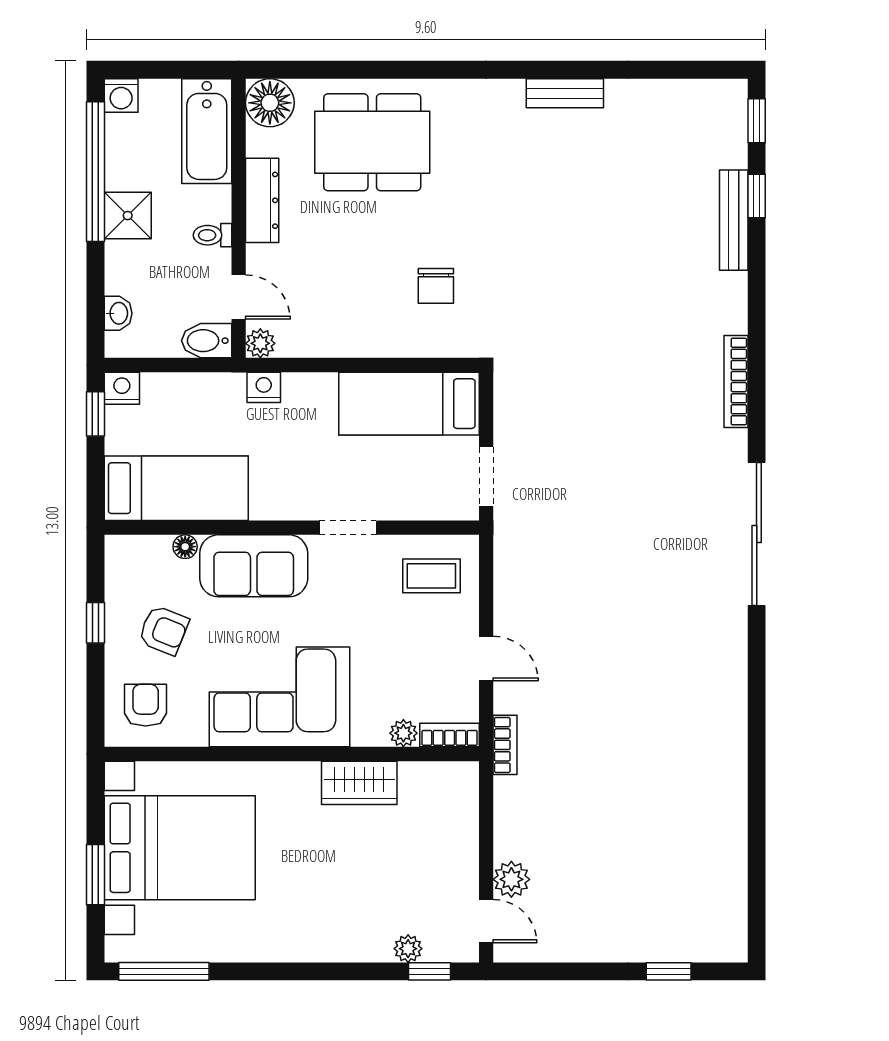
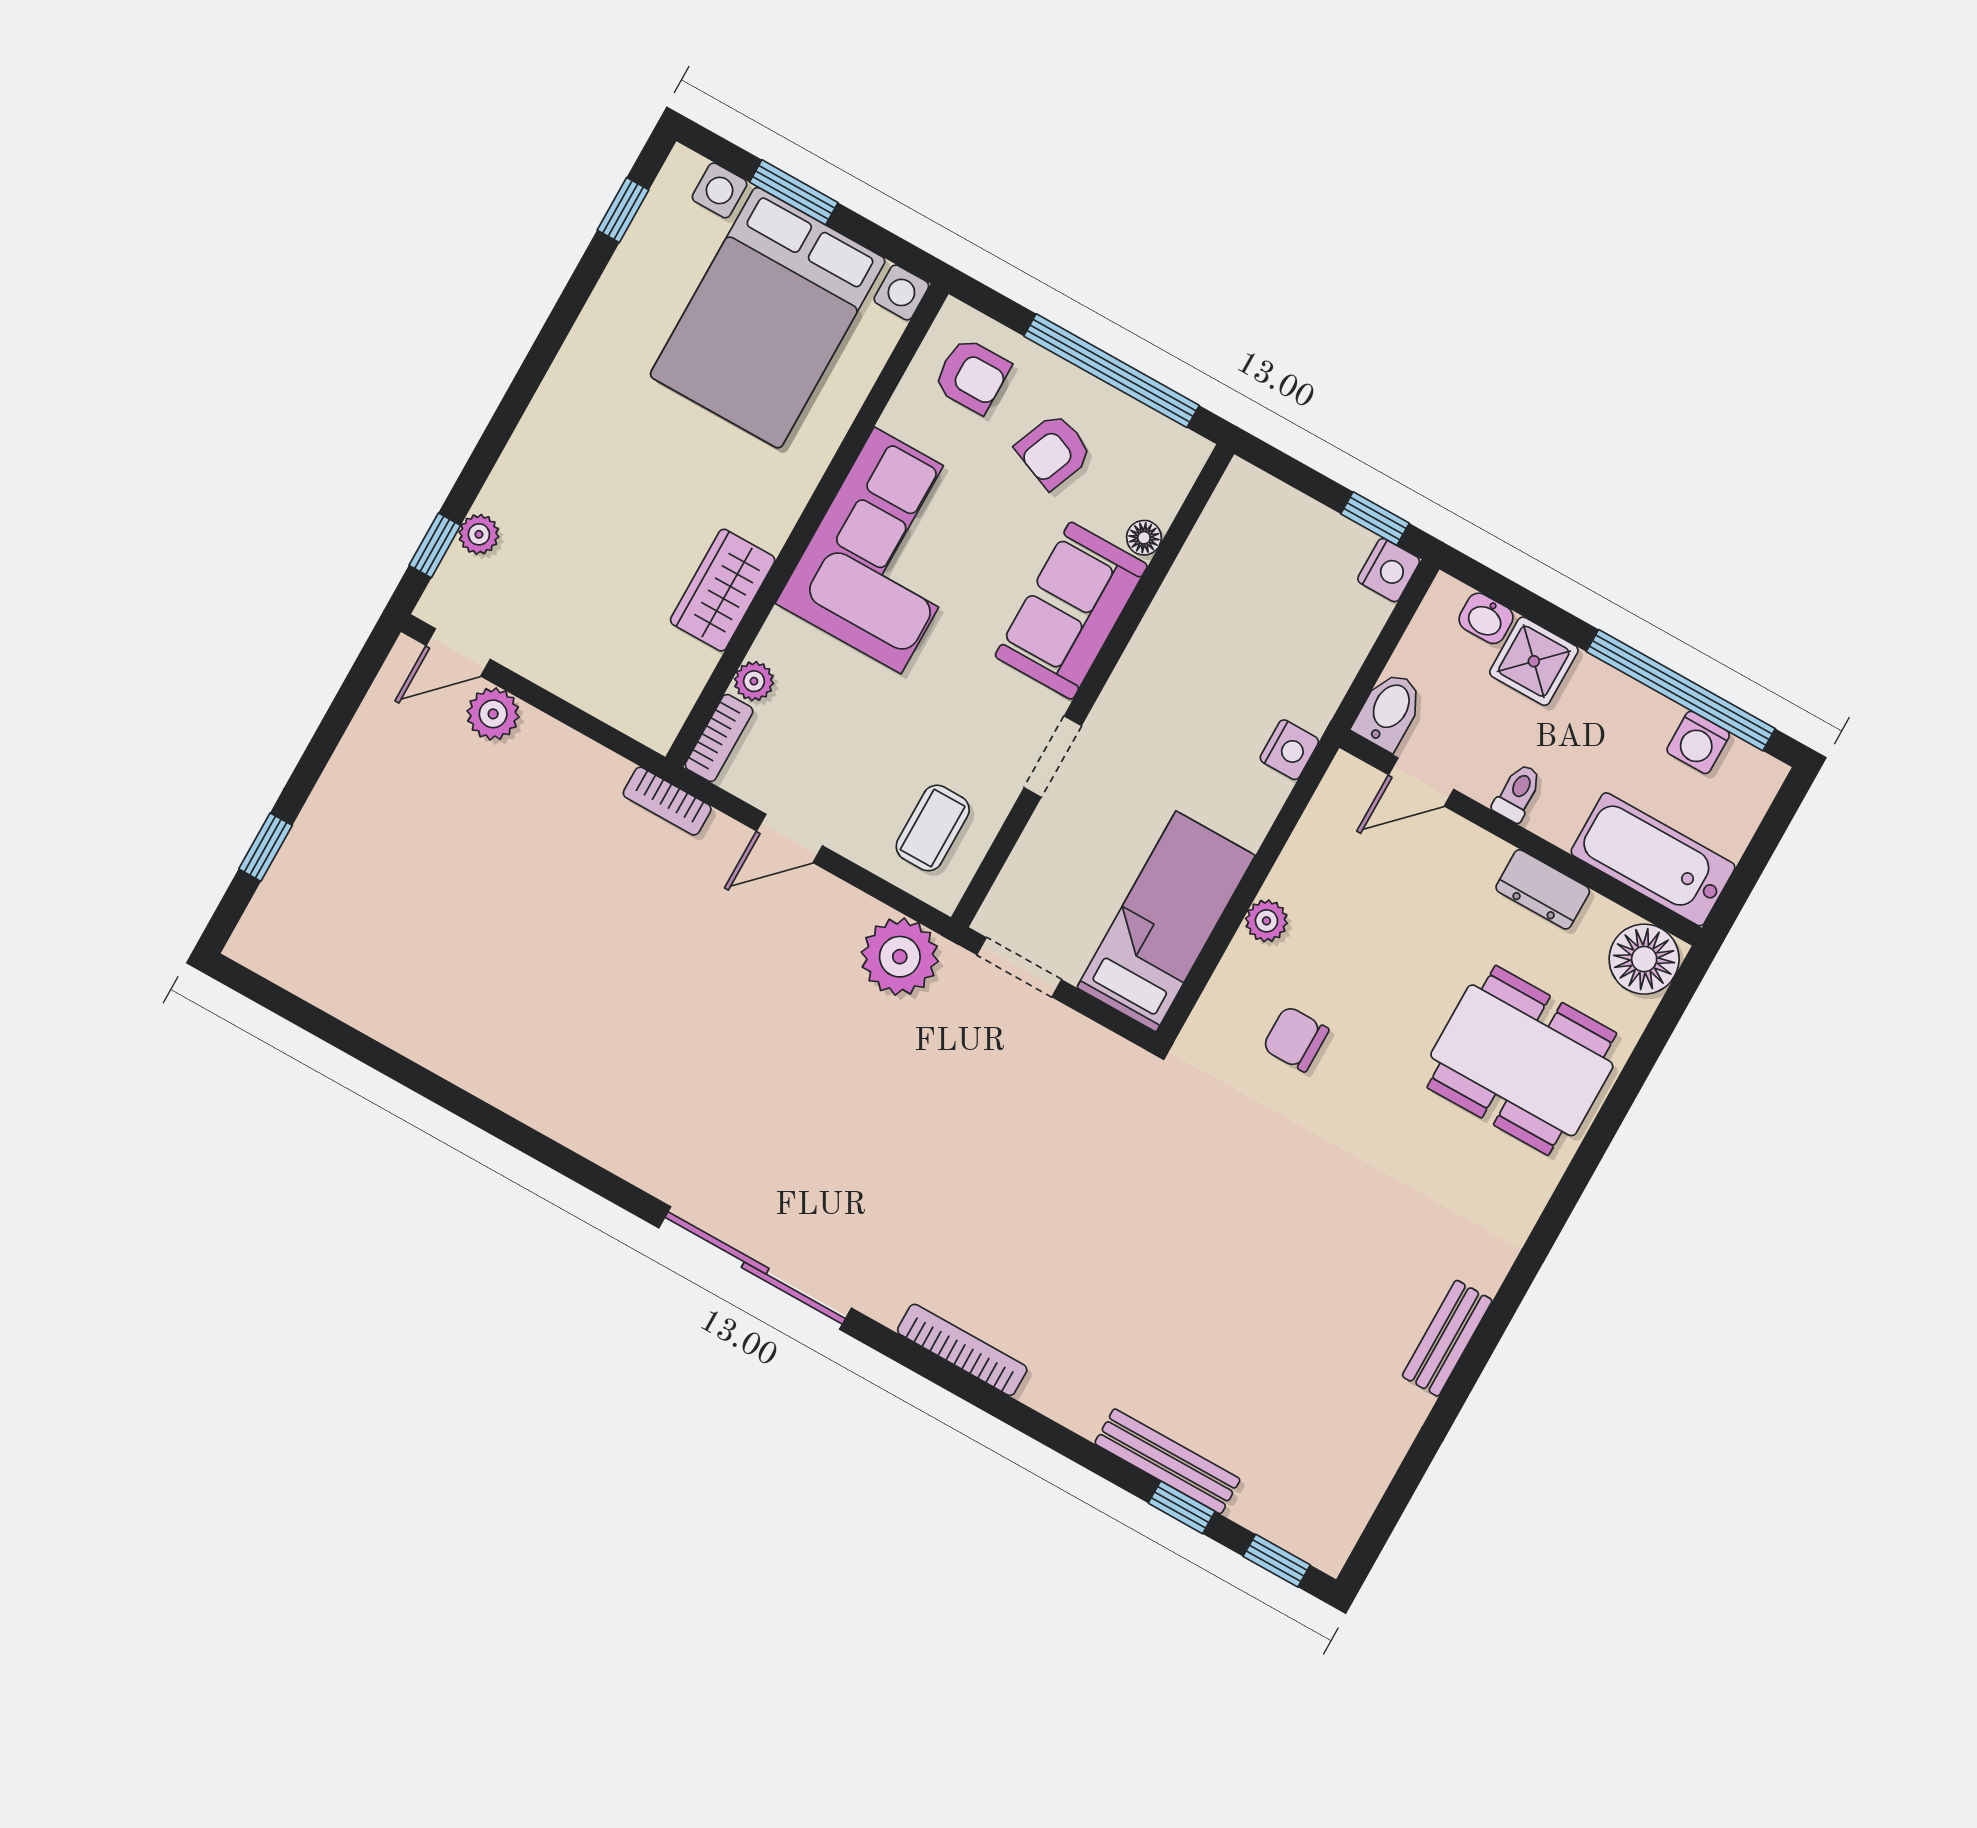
washing machine: (121, 95) -> (1698, 742), moved, turned -90
dining table: (372, 142) -> (1522, 1060), turned 90
dresser: (262, 200) -> (1543, 889), width x0.70
shower: (128, 216) -> (1534, 661), moved
plant: (260, 343) -> (1266, 921), moved
bed: (176, 488) -> (1224, 568), removed
plant: (520, 552) -> (900, 957), added
window: (95, 623) -> (1112, 371), width x3.17
window: (164, 971) -> (623, 210), width x0.46

